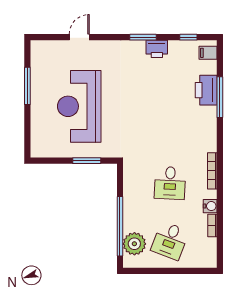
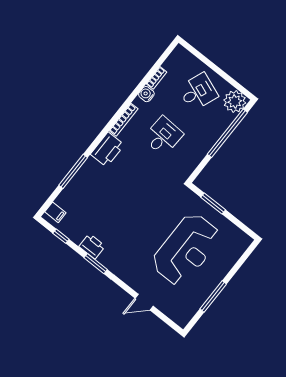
printer: (206, 90) -> (107, 150), moved
plant: (134, 244) -> (235, 102), moved

